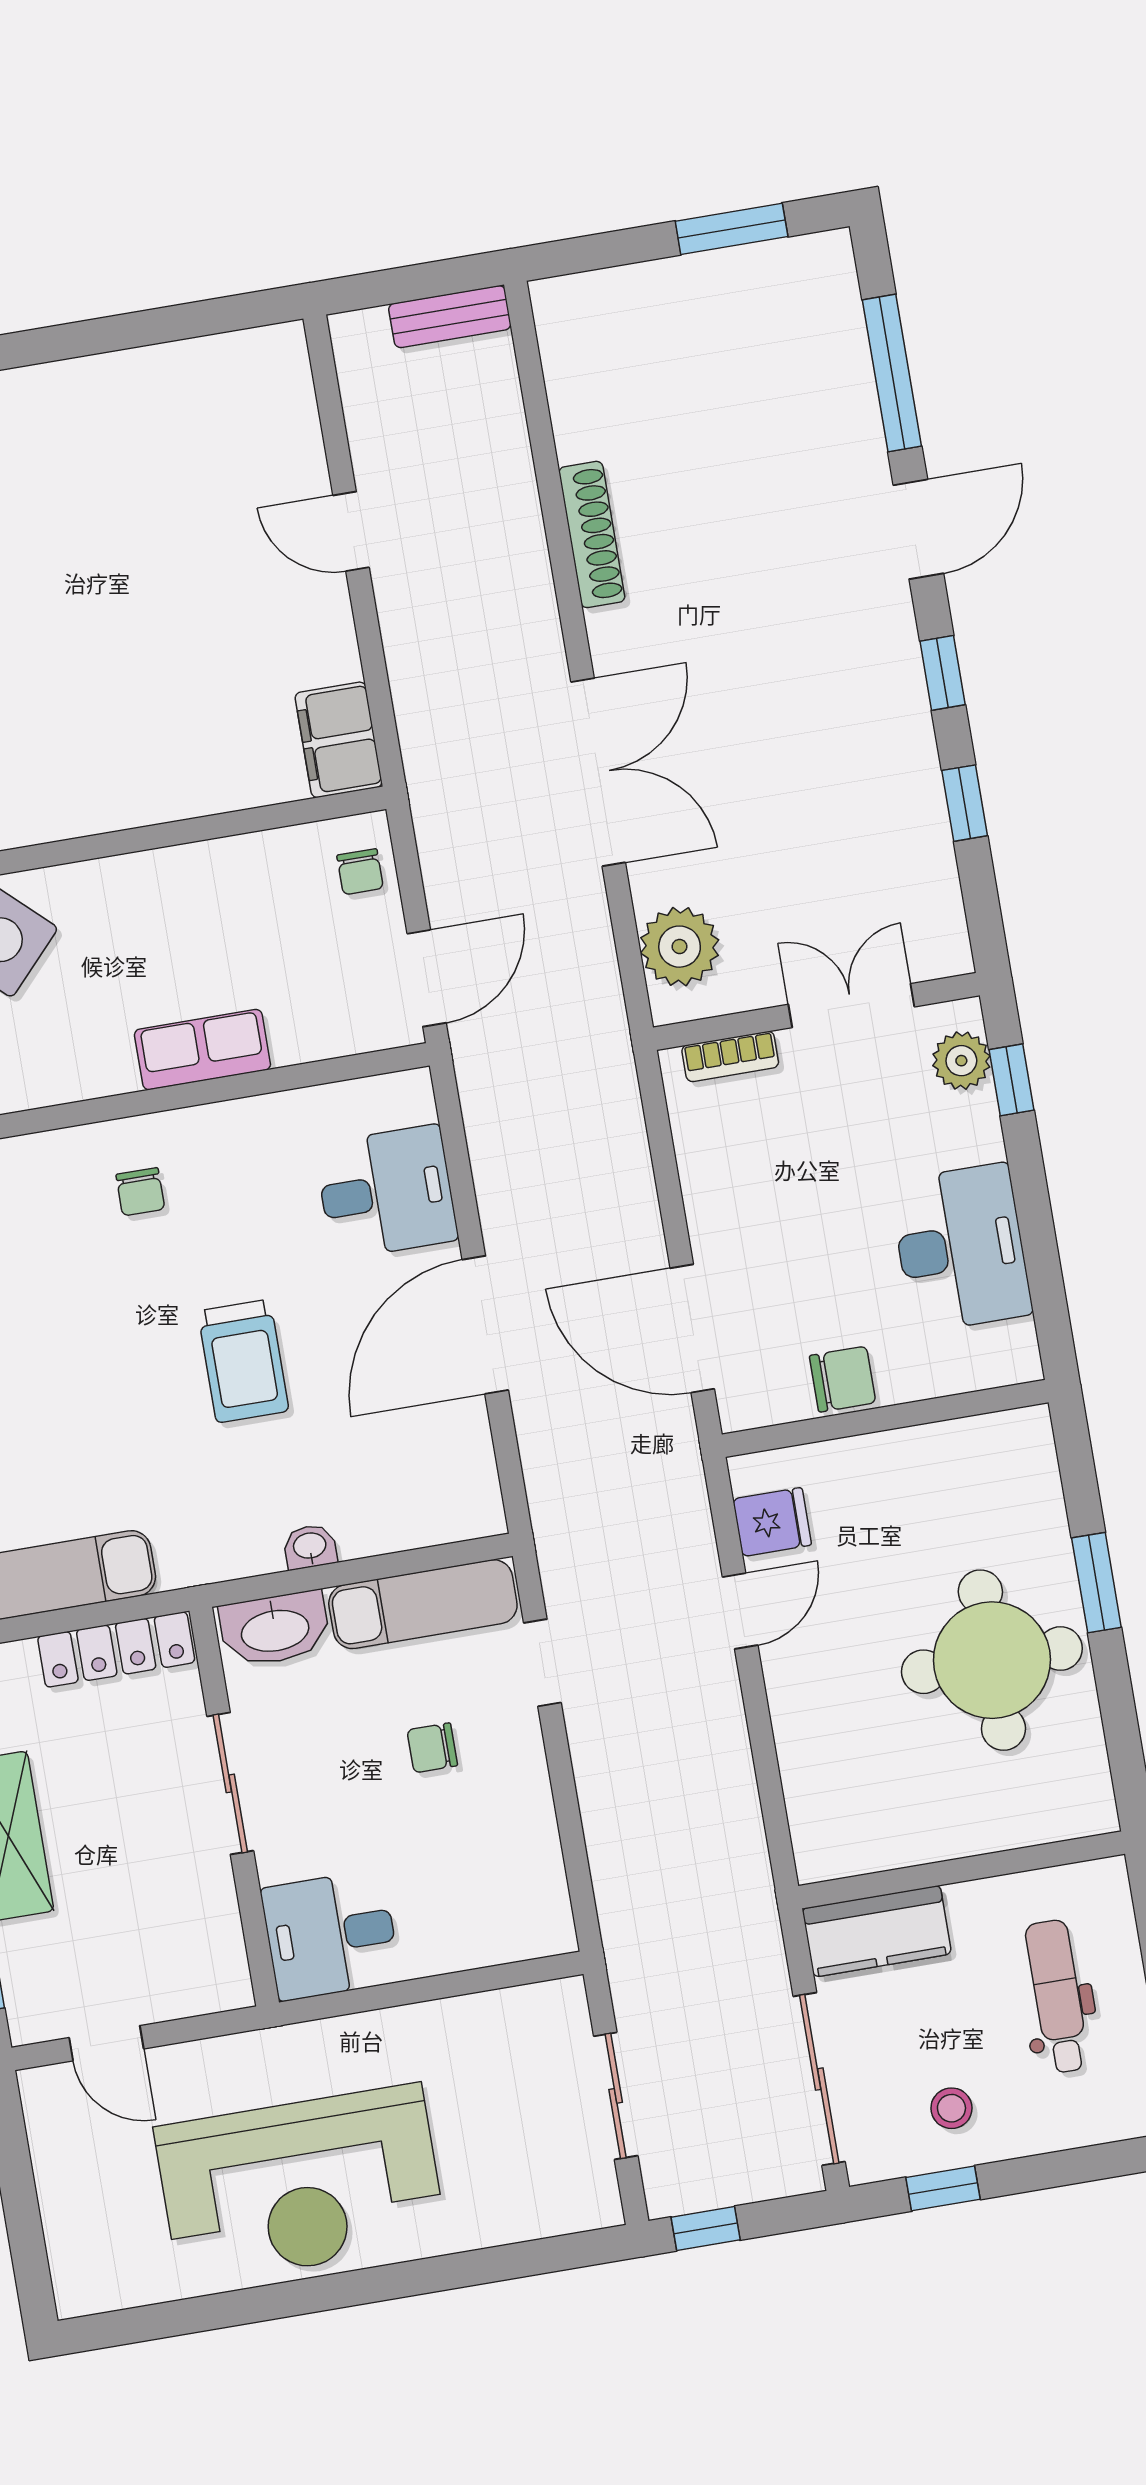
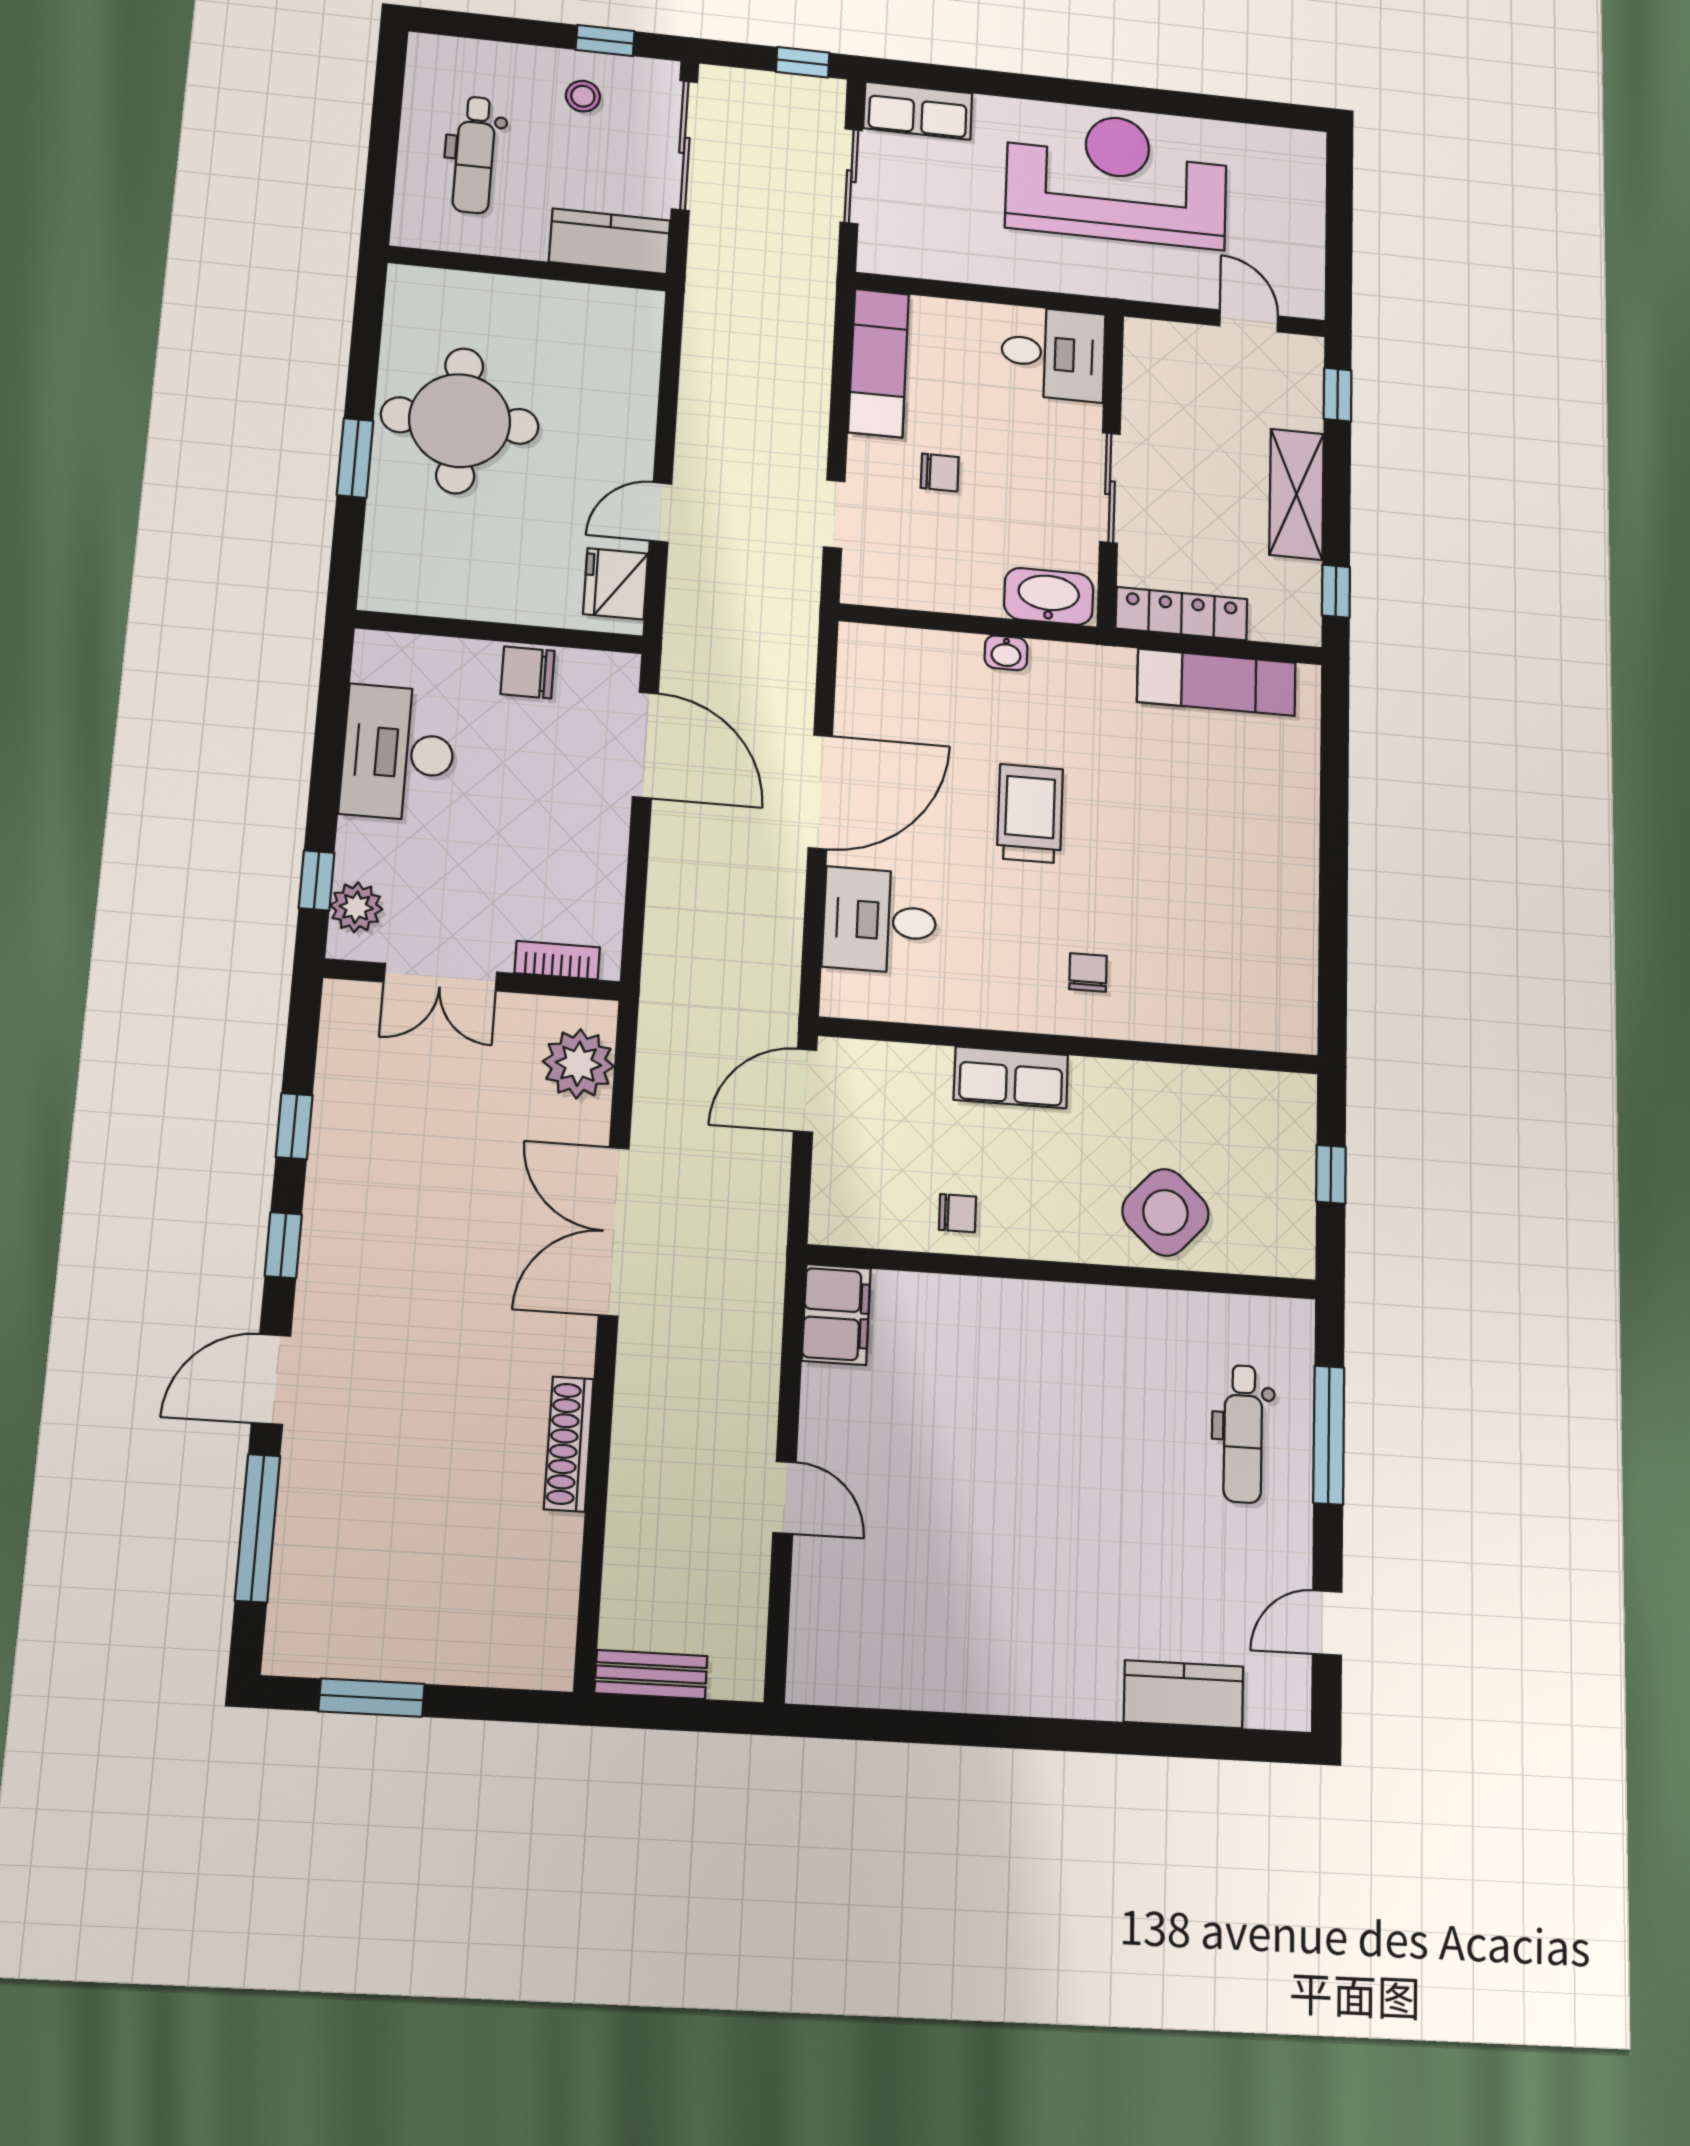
chair: (360, 872) -> (958, 1213), moved, turned 90
fridge: (772, 1522) -> (616, 584), width x1.38
exam couch: (423, 1604) -> (879, 363), moved, turned 90
row of seats: (556, 2205) -> (918, 111), added

